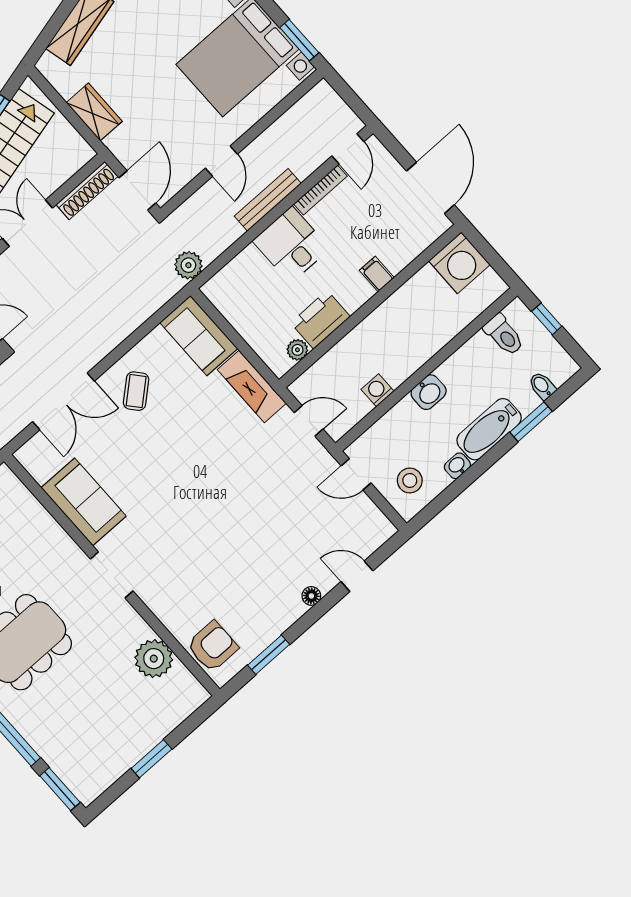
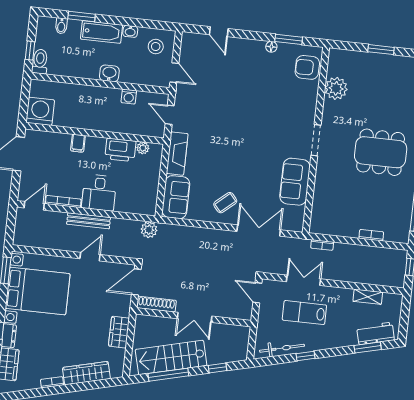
toilet: (504, 335) -> (40, 61), moved
floor lamp: (311, 596) -> (271, 47), moved

